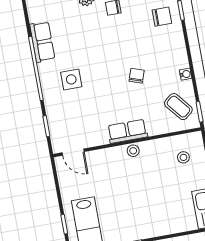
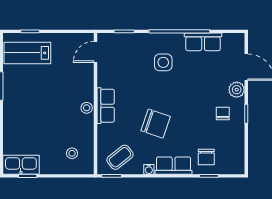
row of seats: (177, 49) -> (174, 166), added
chair: (137, 76) -> (156, 124), width x1.87, depth x1.87

